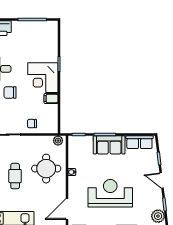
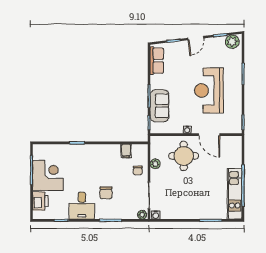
corner desk: (43, 78) -> (48, 175), moved, turned -90
filing cabinet: (51, 99) -> (126, 151), moved
plant: (58, 141) -> (155, 164), moved
sofa: (109, 145) -> (160, 106), moved
cafe table: (15, 176) -> (191, 188), removed
door: (67, 209) -> (209, 135), moved

